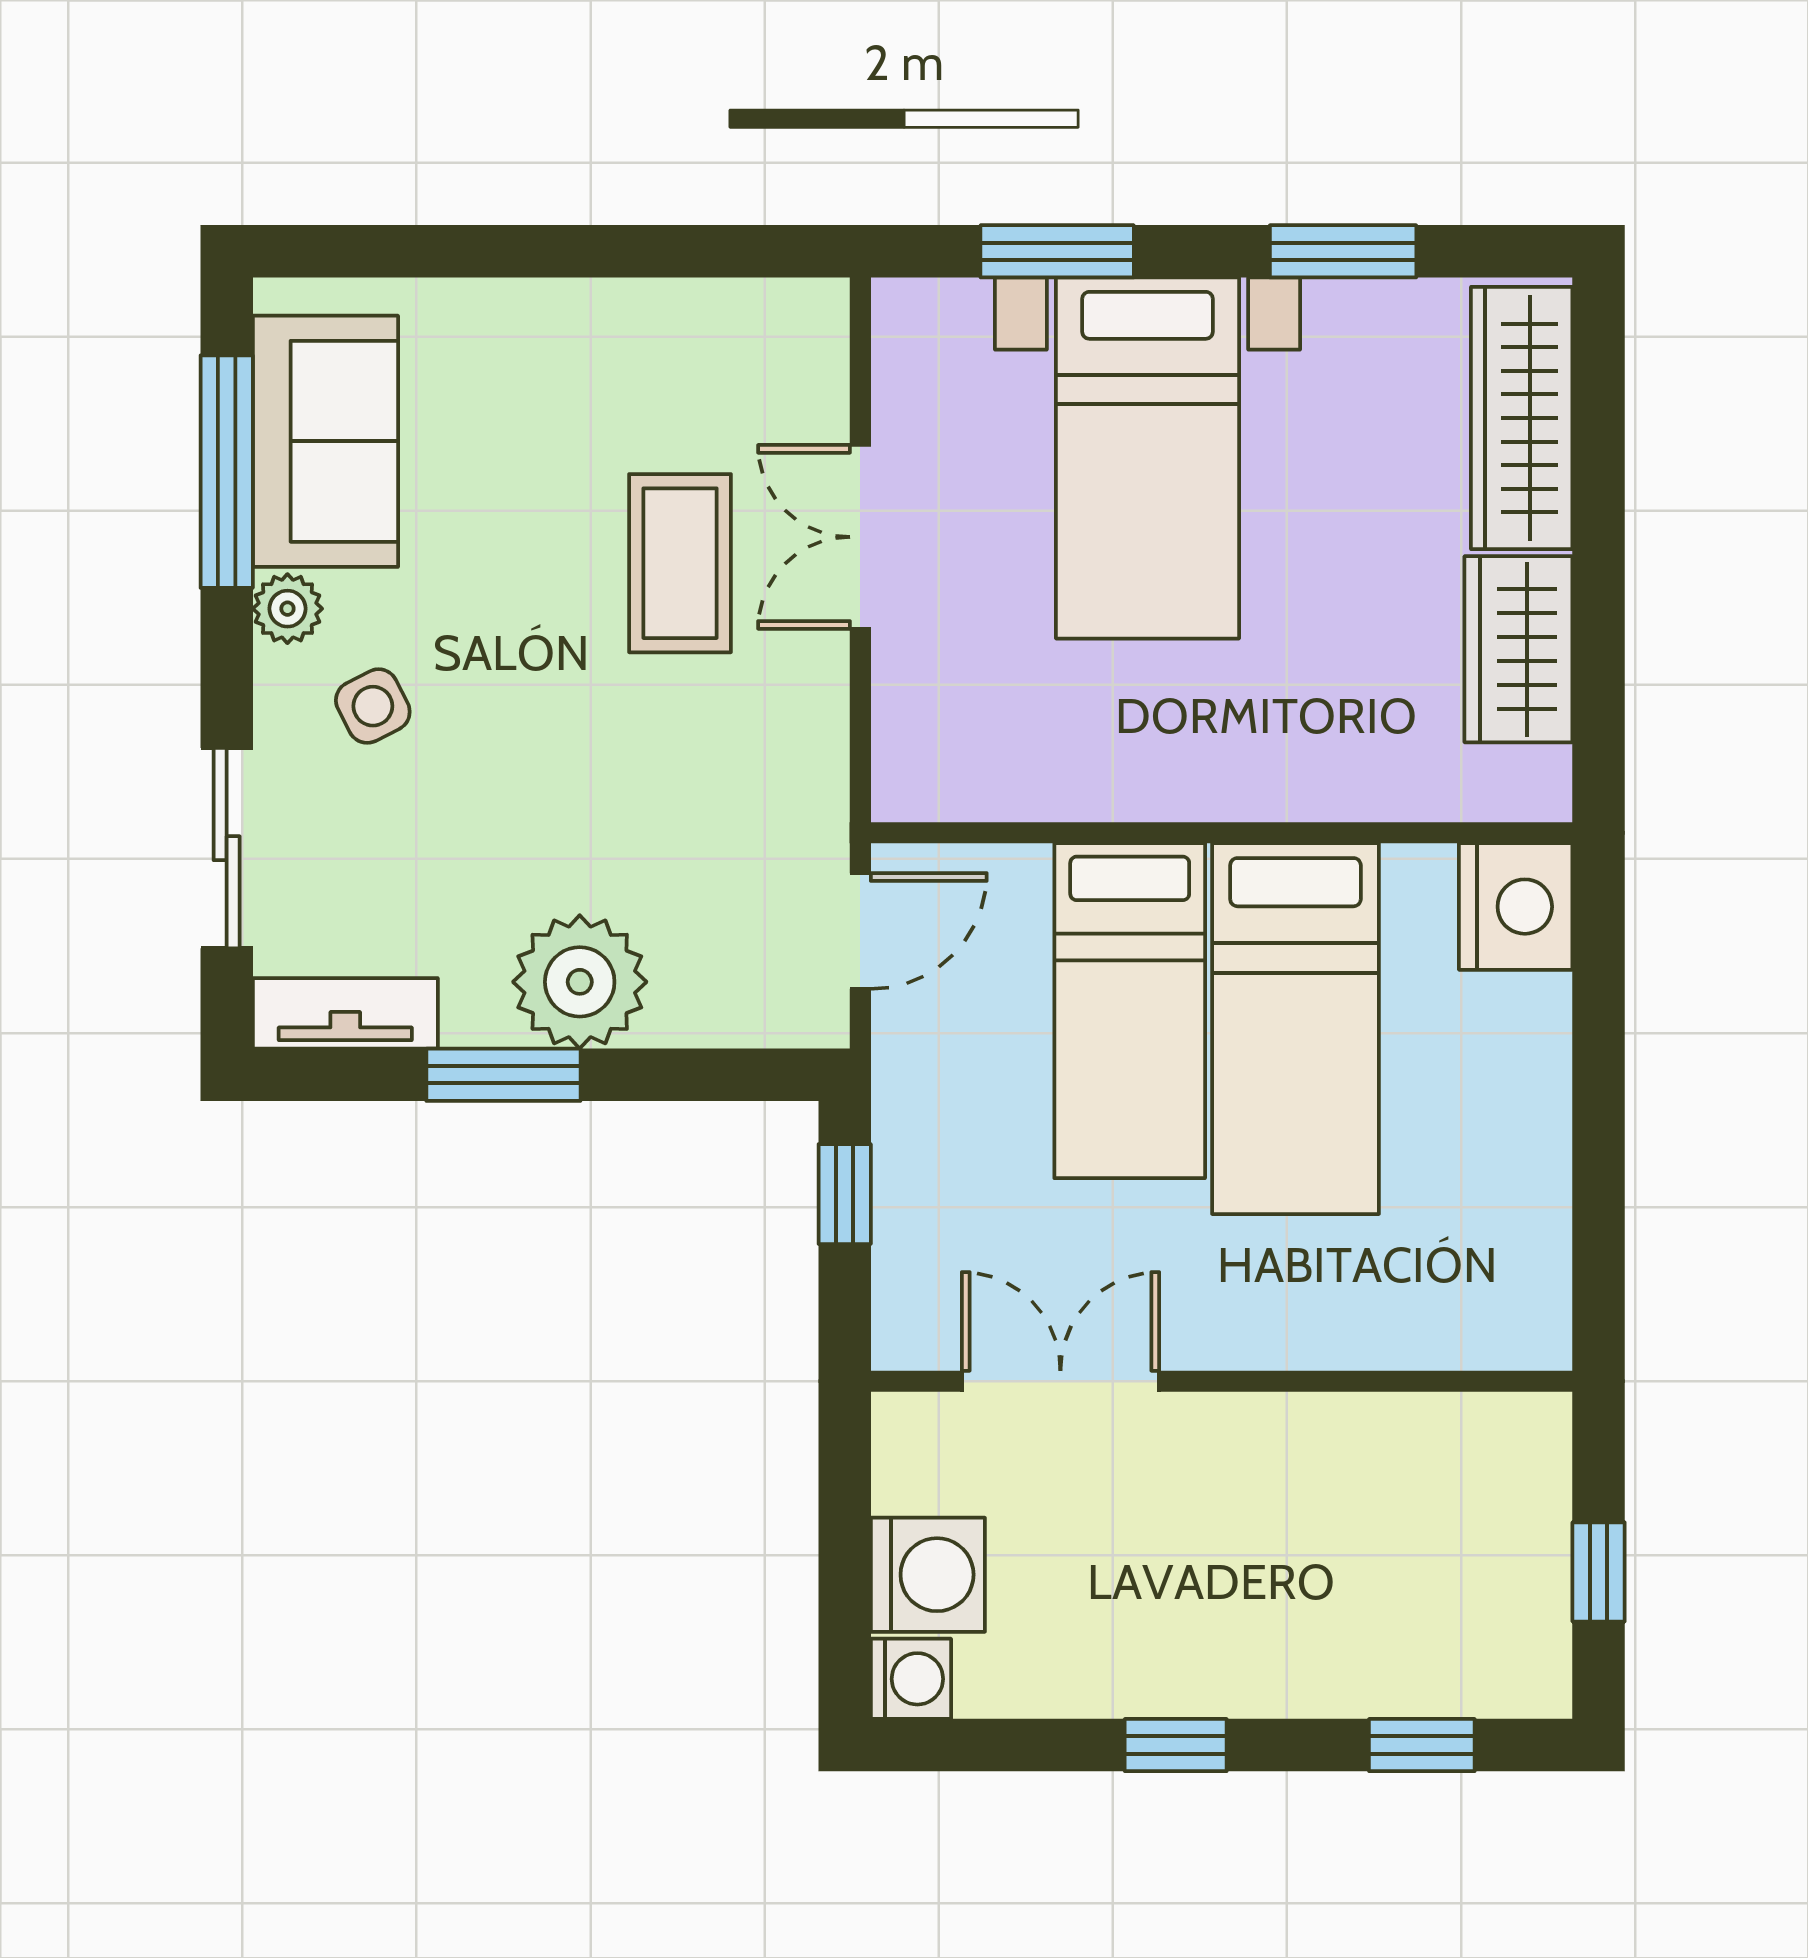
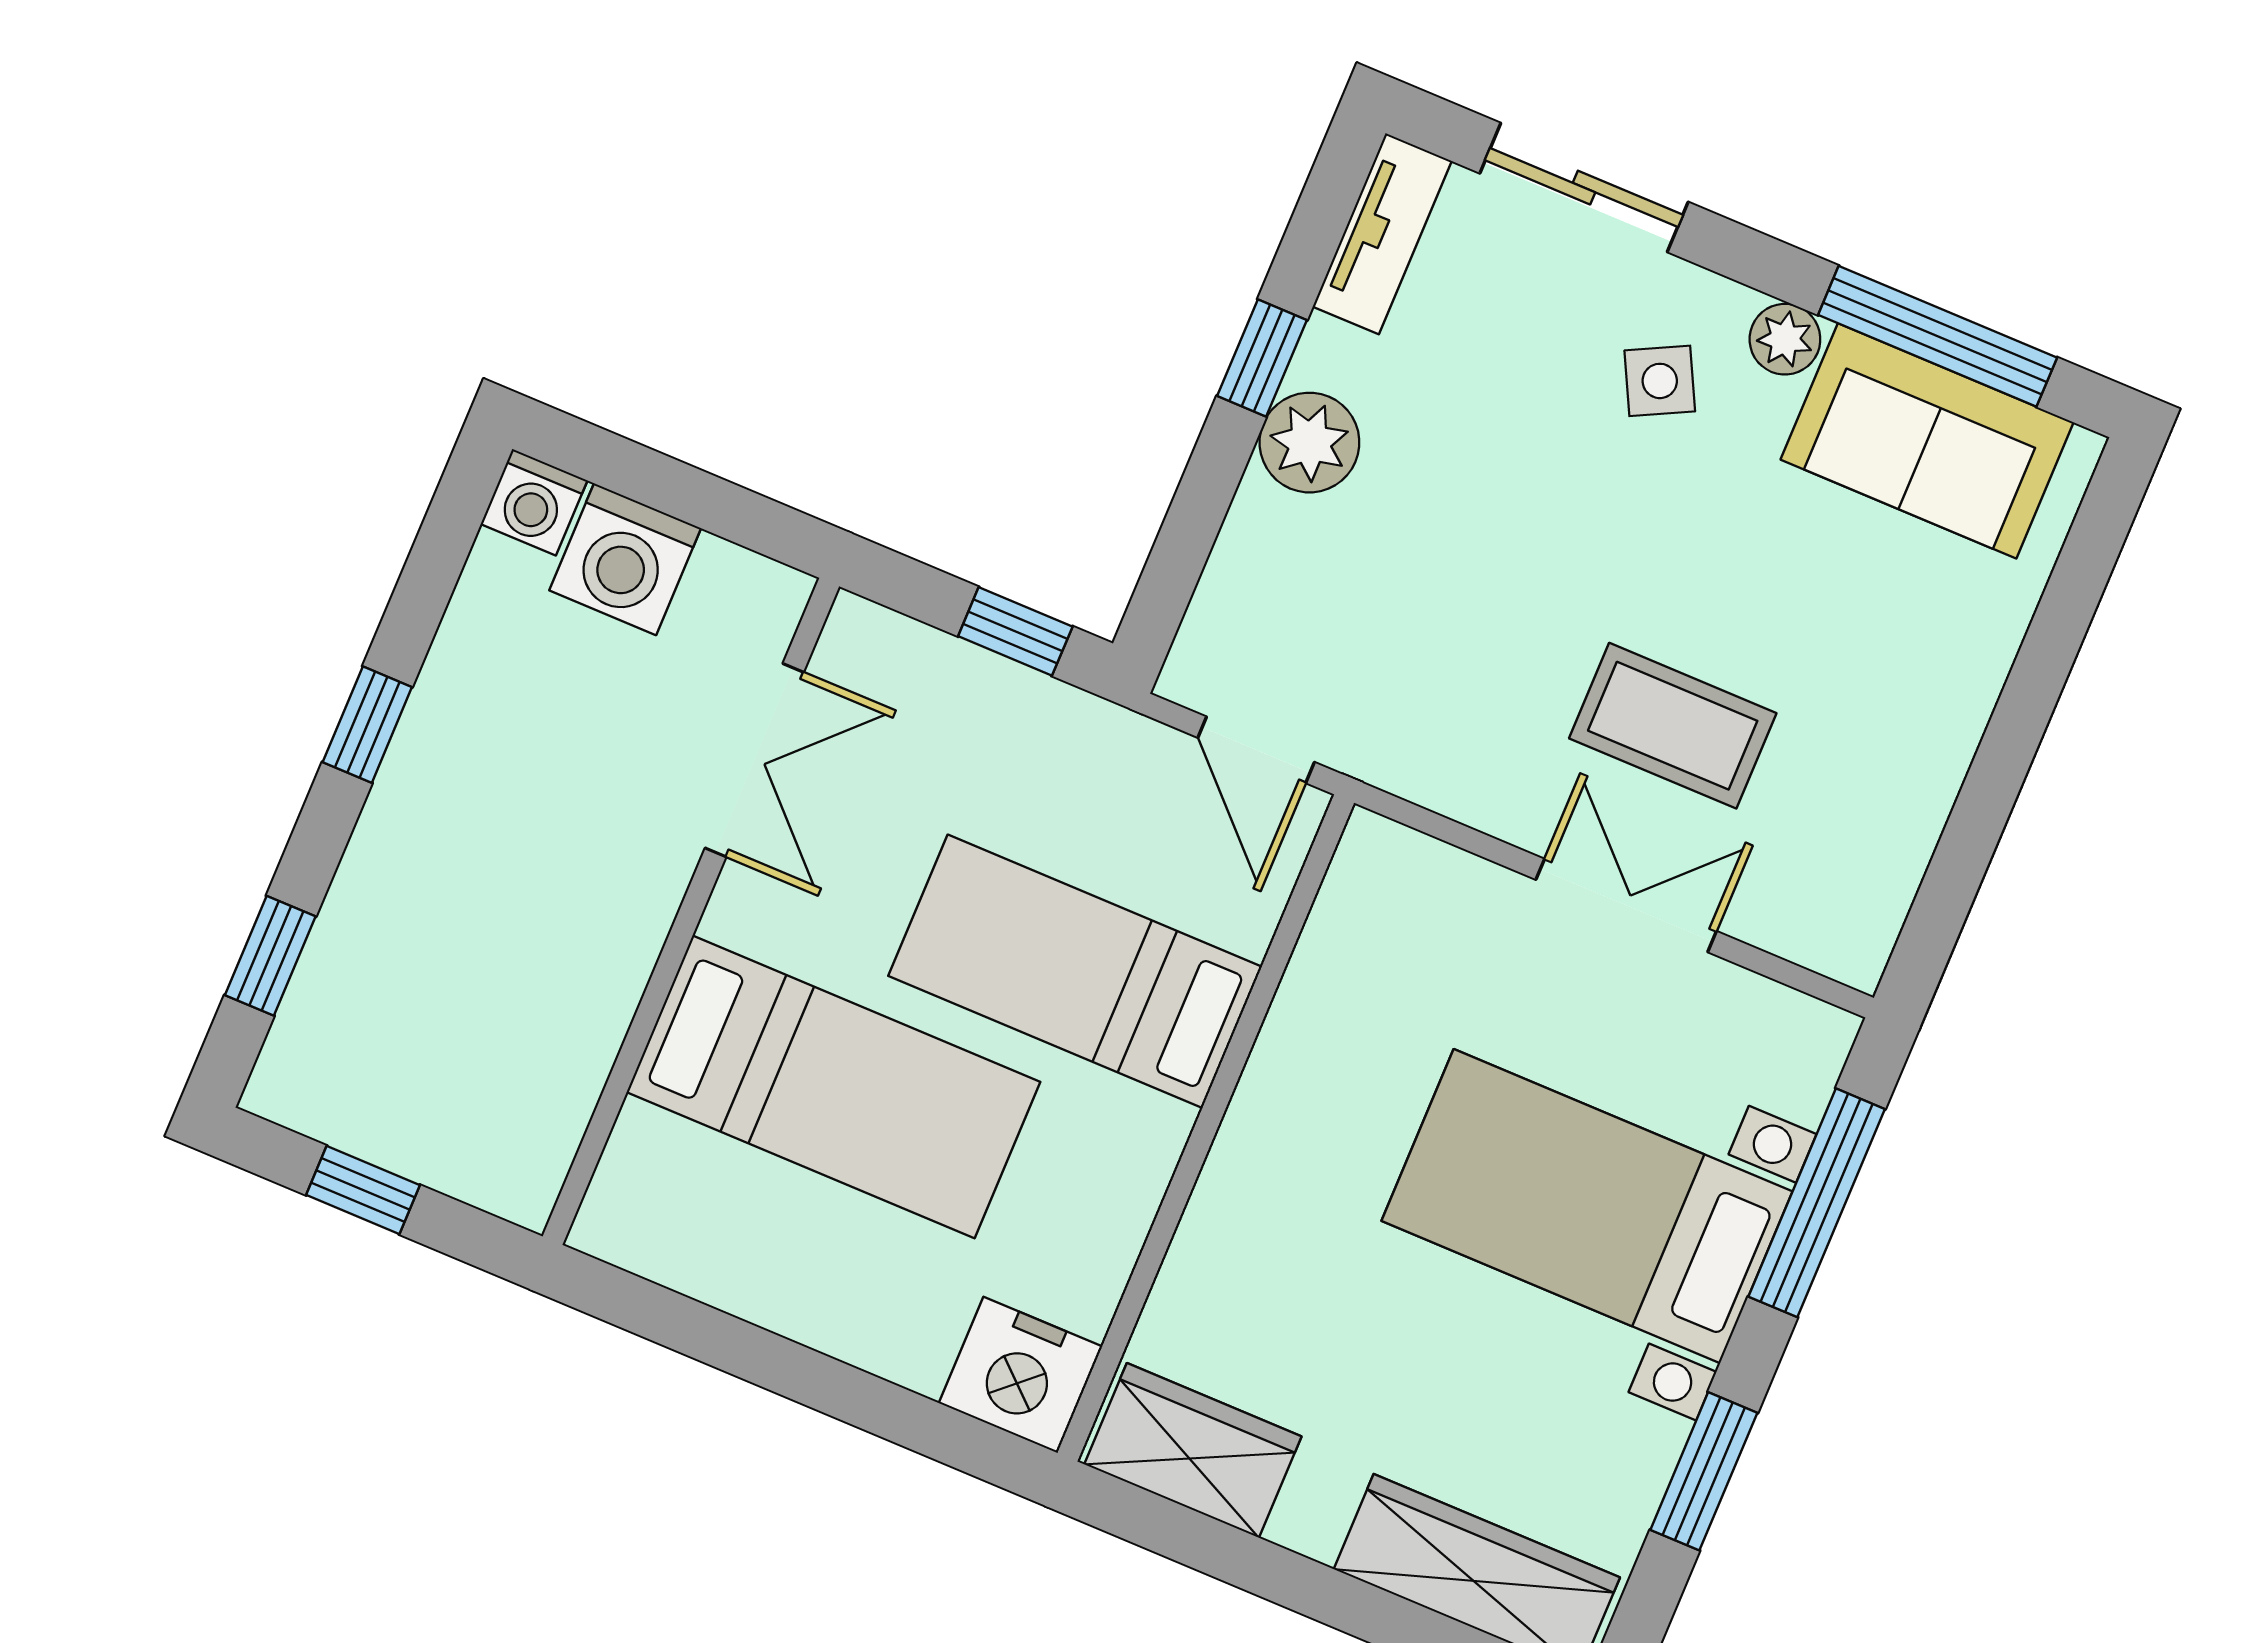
window: (1057, 251) -> (1817, 1203), width x1.44
wardrobe: (1518, 649) -> (1193, 1450), moved
plant: (580, 982) -> (1309, 443), width x0.73, depth x0.73
bed: (1295, 1029) -> (833, 1087), moved, turned 180
window: (503, 1075) -> (1262, 358), width x0.67

